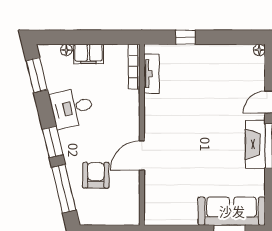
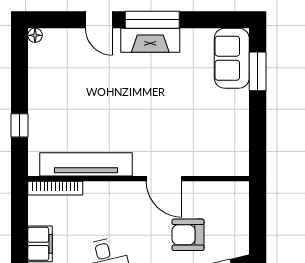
tv unit: (151, 74) -> (86, 164), width x1.92, depth x1.29
sofa: (232, 211) -> (232, 58), width x0.73

